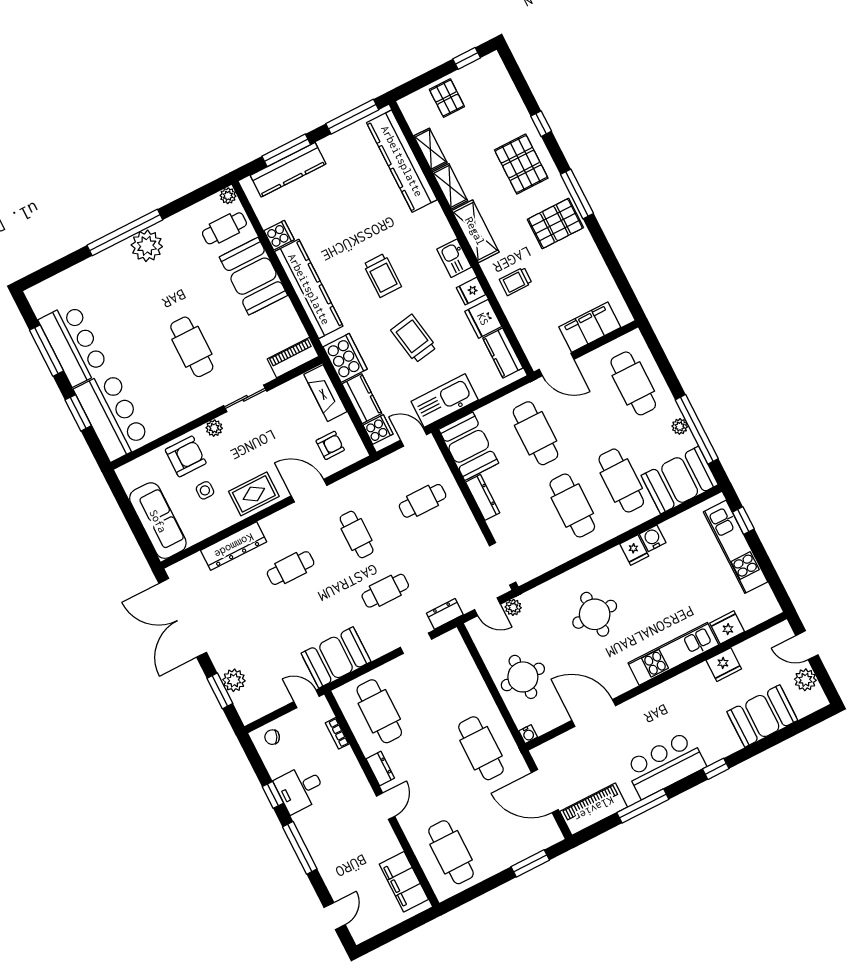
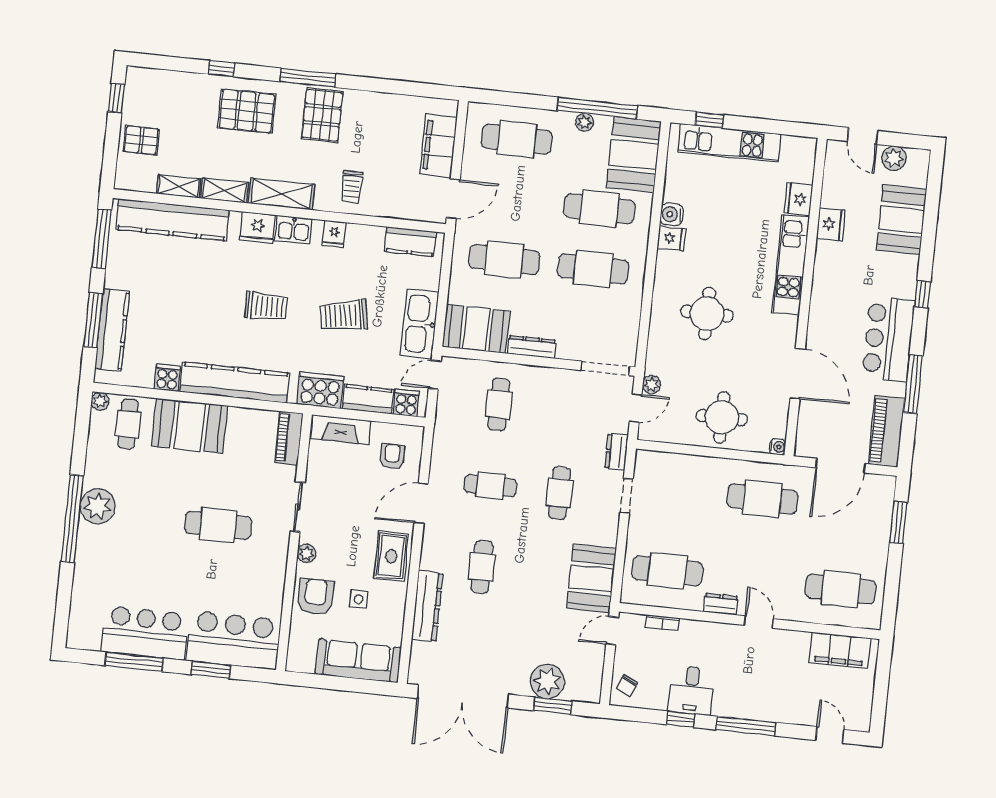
fridge: (483, 319) -> (258, 228), moved
door: (807, 645) -> (863, 136), hinge flipped
plant: (234, 680) -> (547, 681), width x1.36, depth x1.36
door: (594, 713) -> (798, 374), swing flipped

